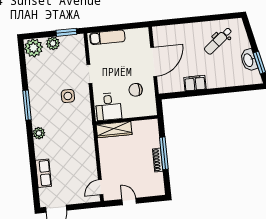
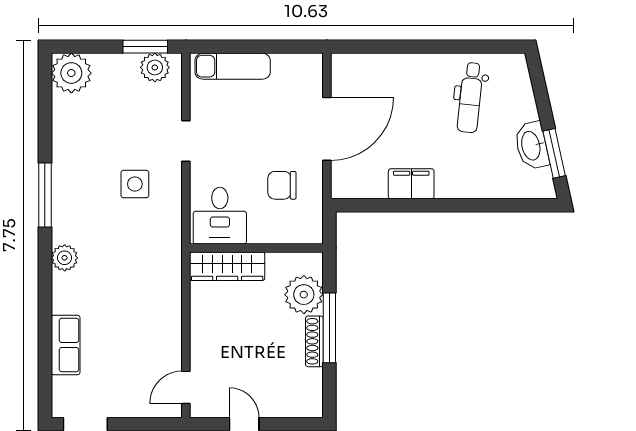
dental chair: (218, 41) -> (470, 98), turned -45
plant: (53, 43) -> (155, 67), moved
plant: (151, 139) -> (304, 295), added

